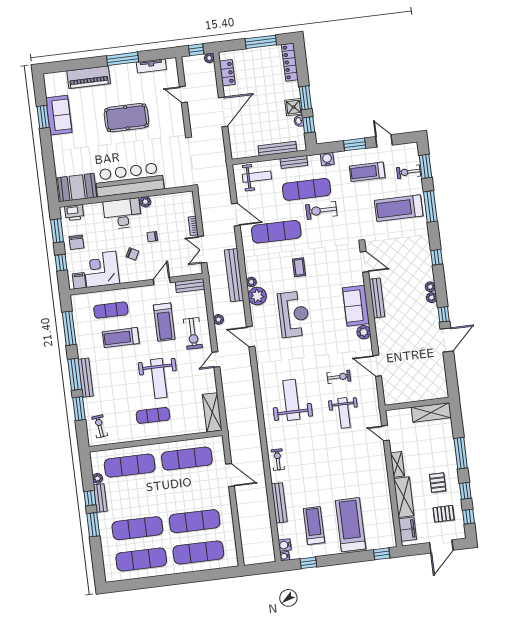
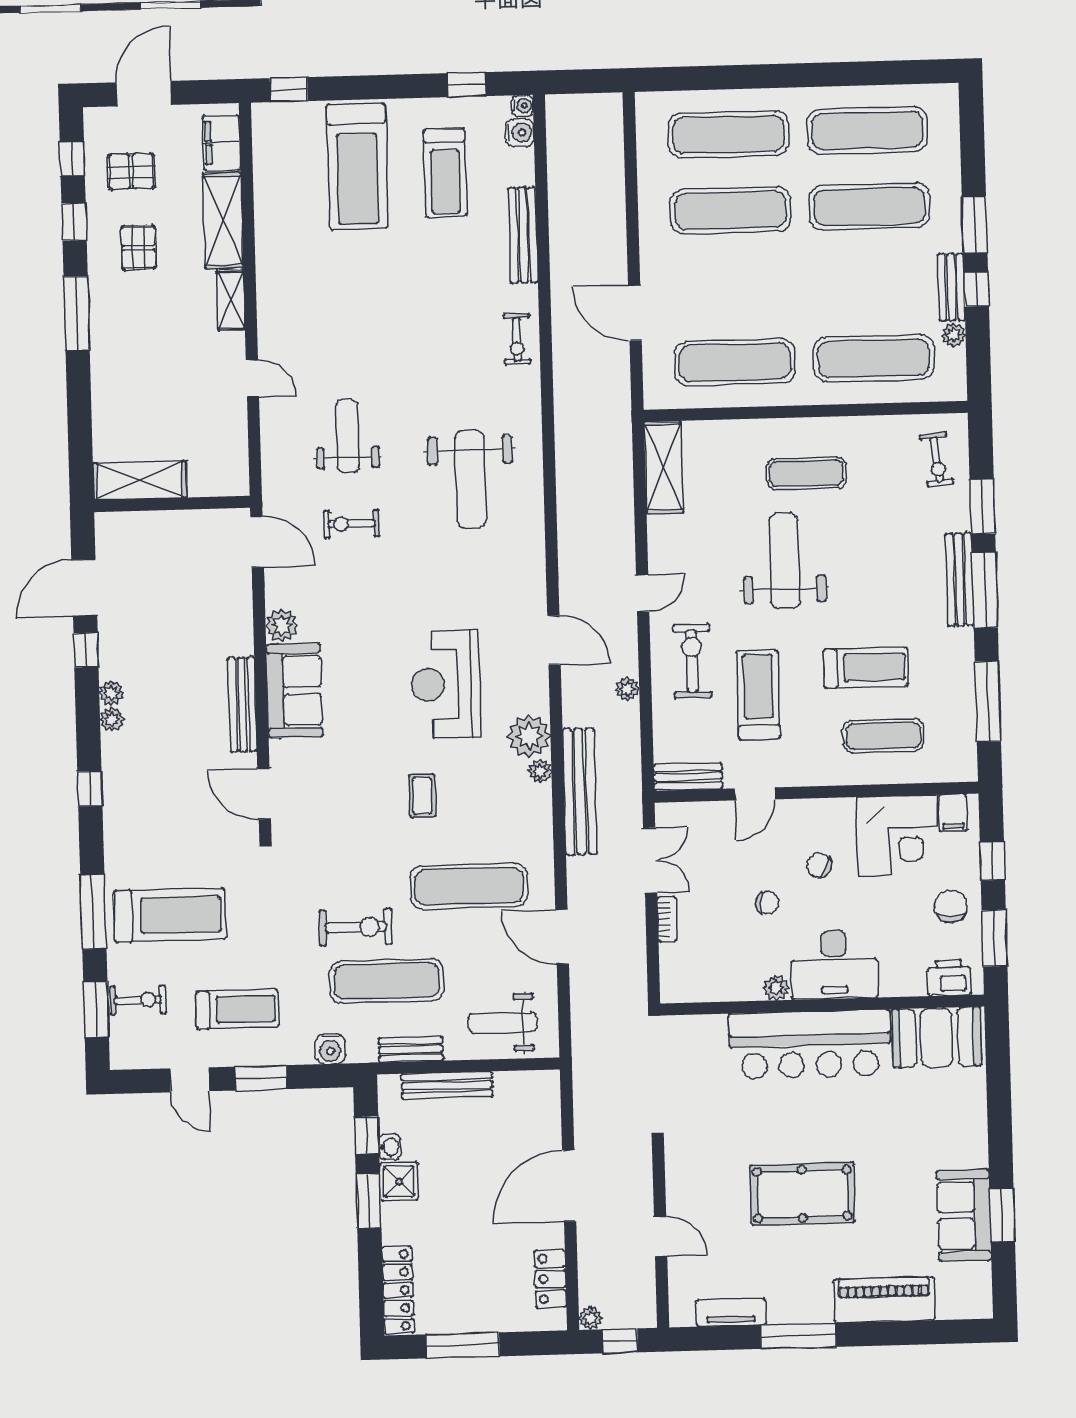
wall: (417, 404) -> (172, 504), moved
shelving: (431, 412) -> (140, 480), moved

